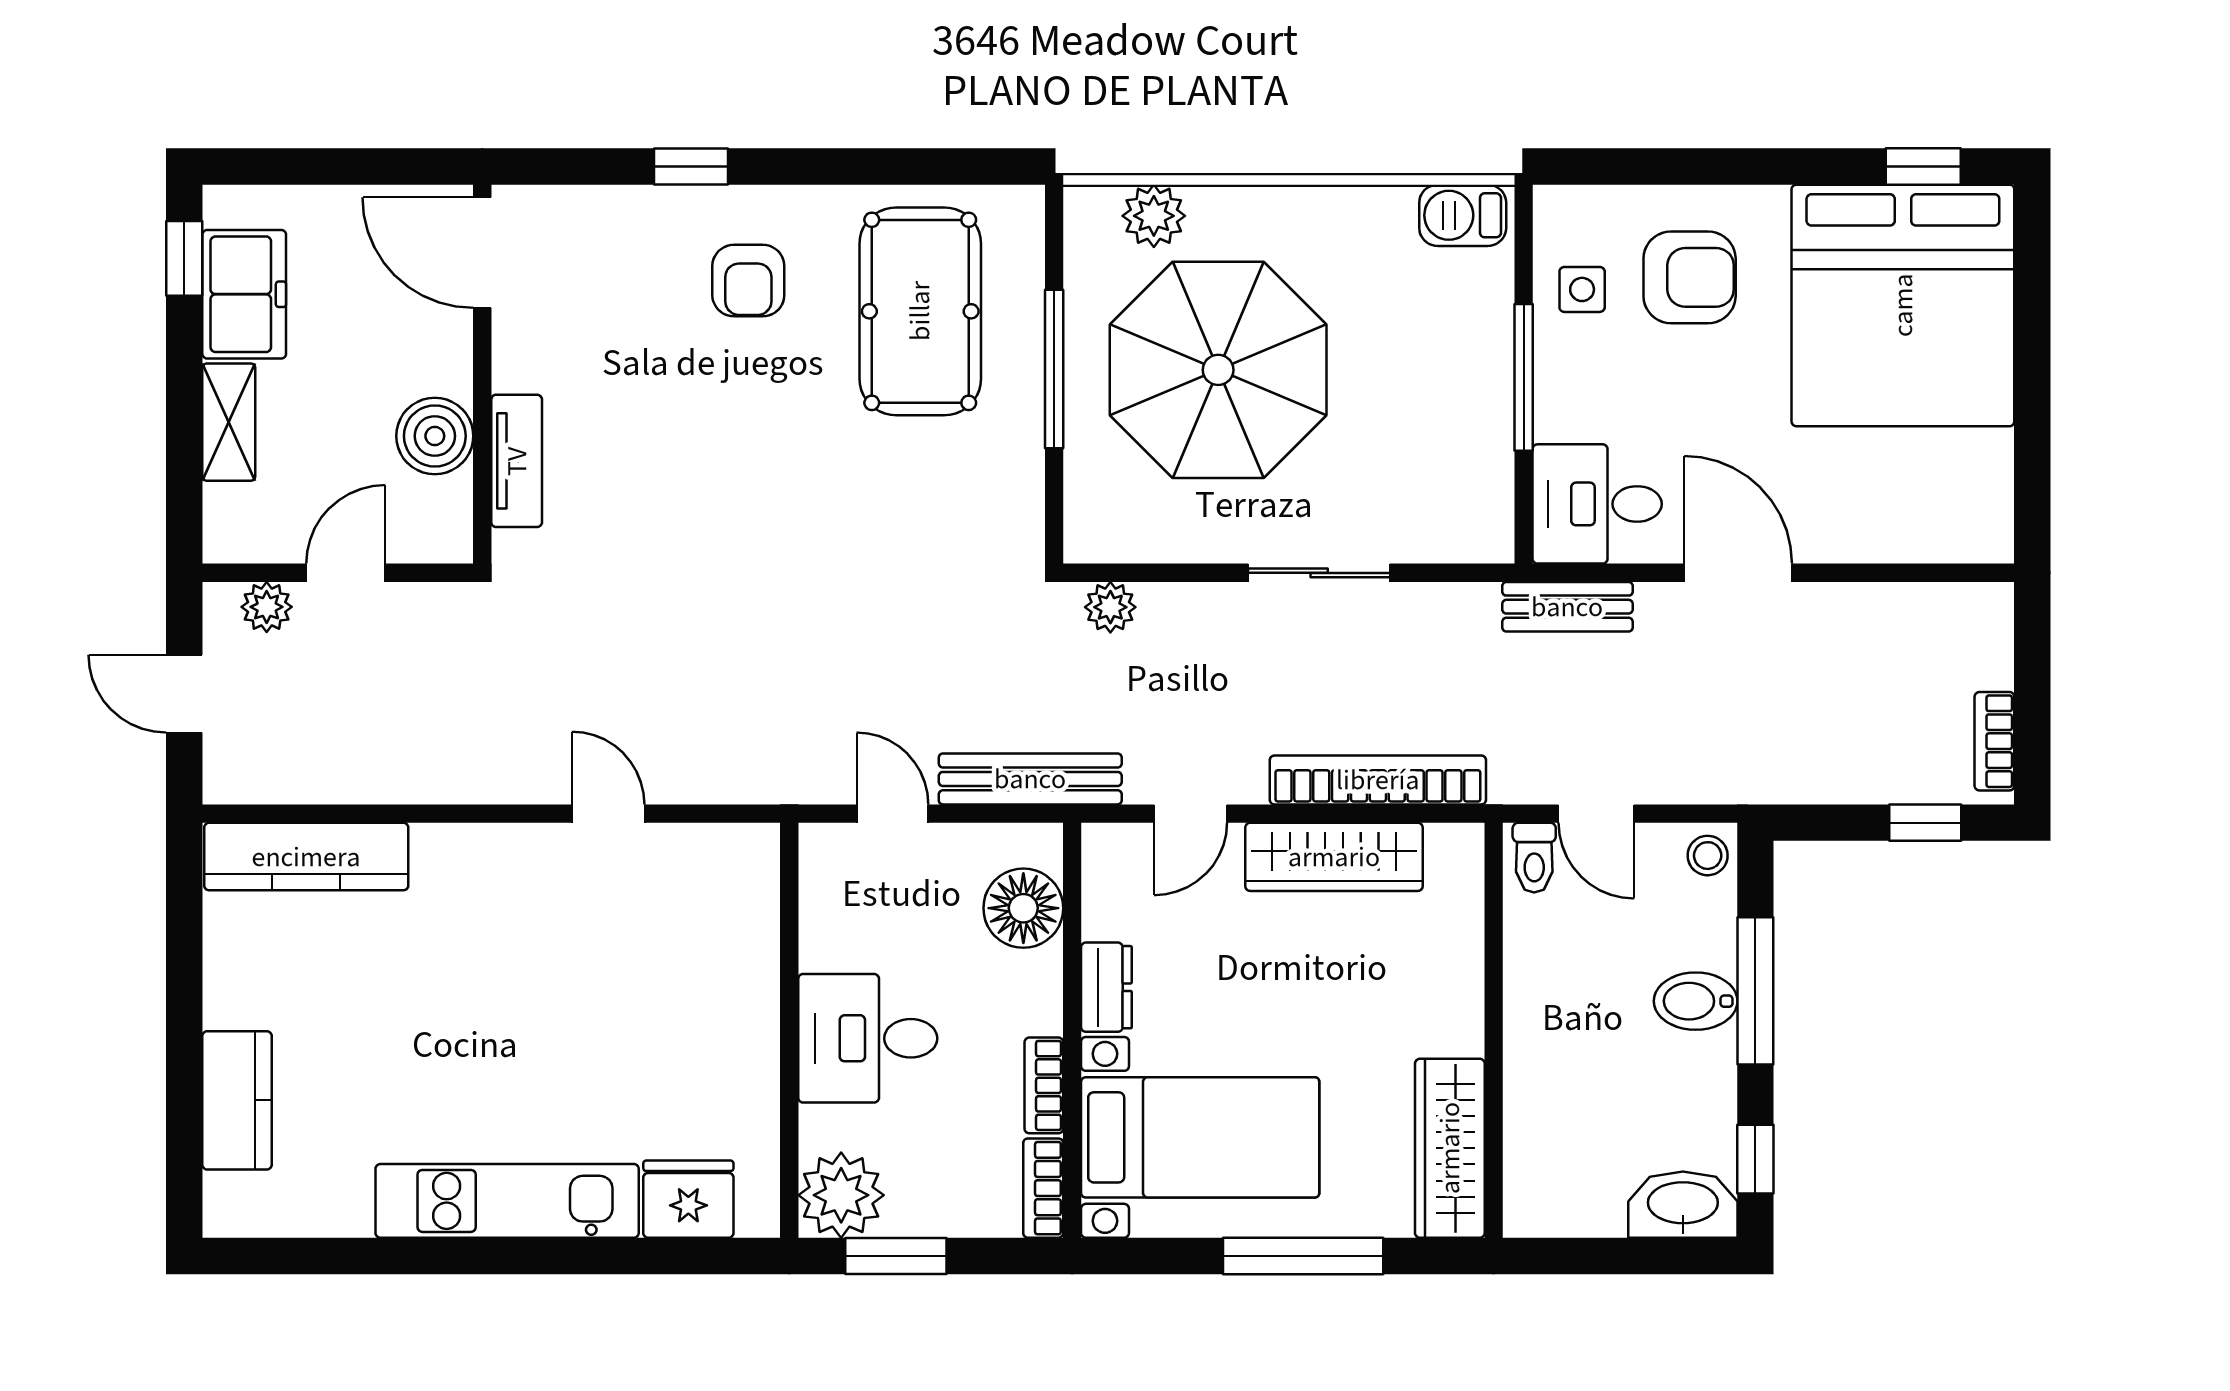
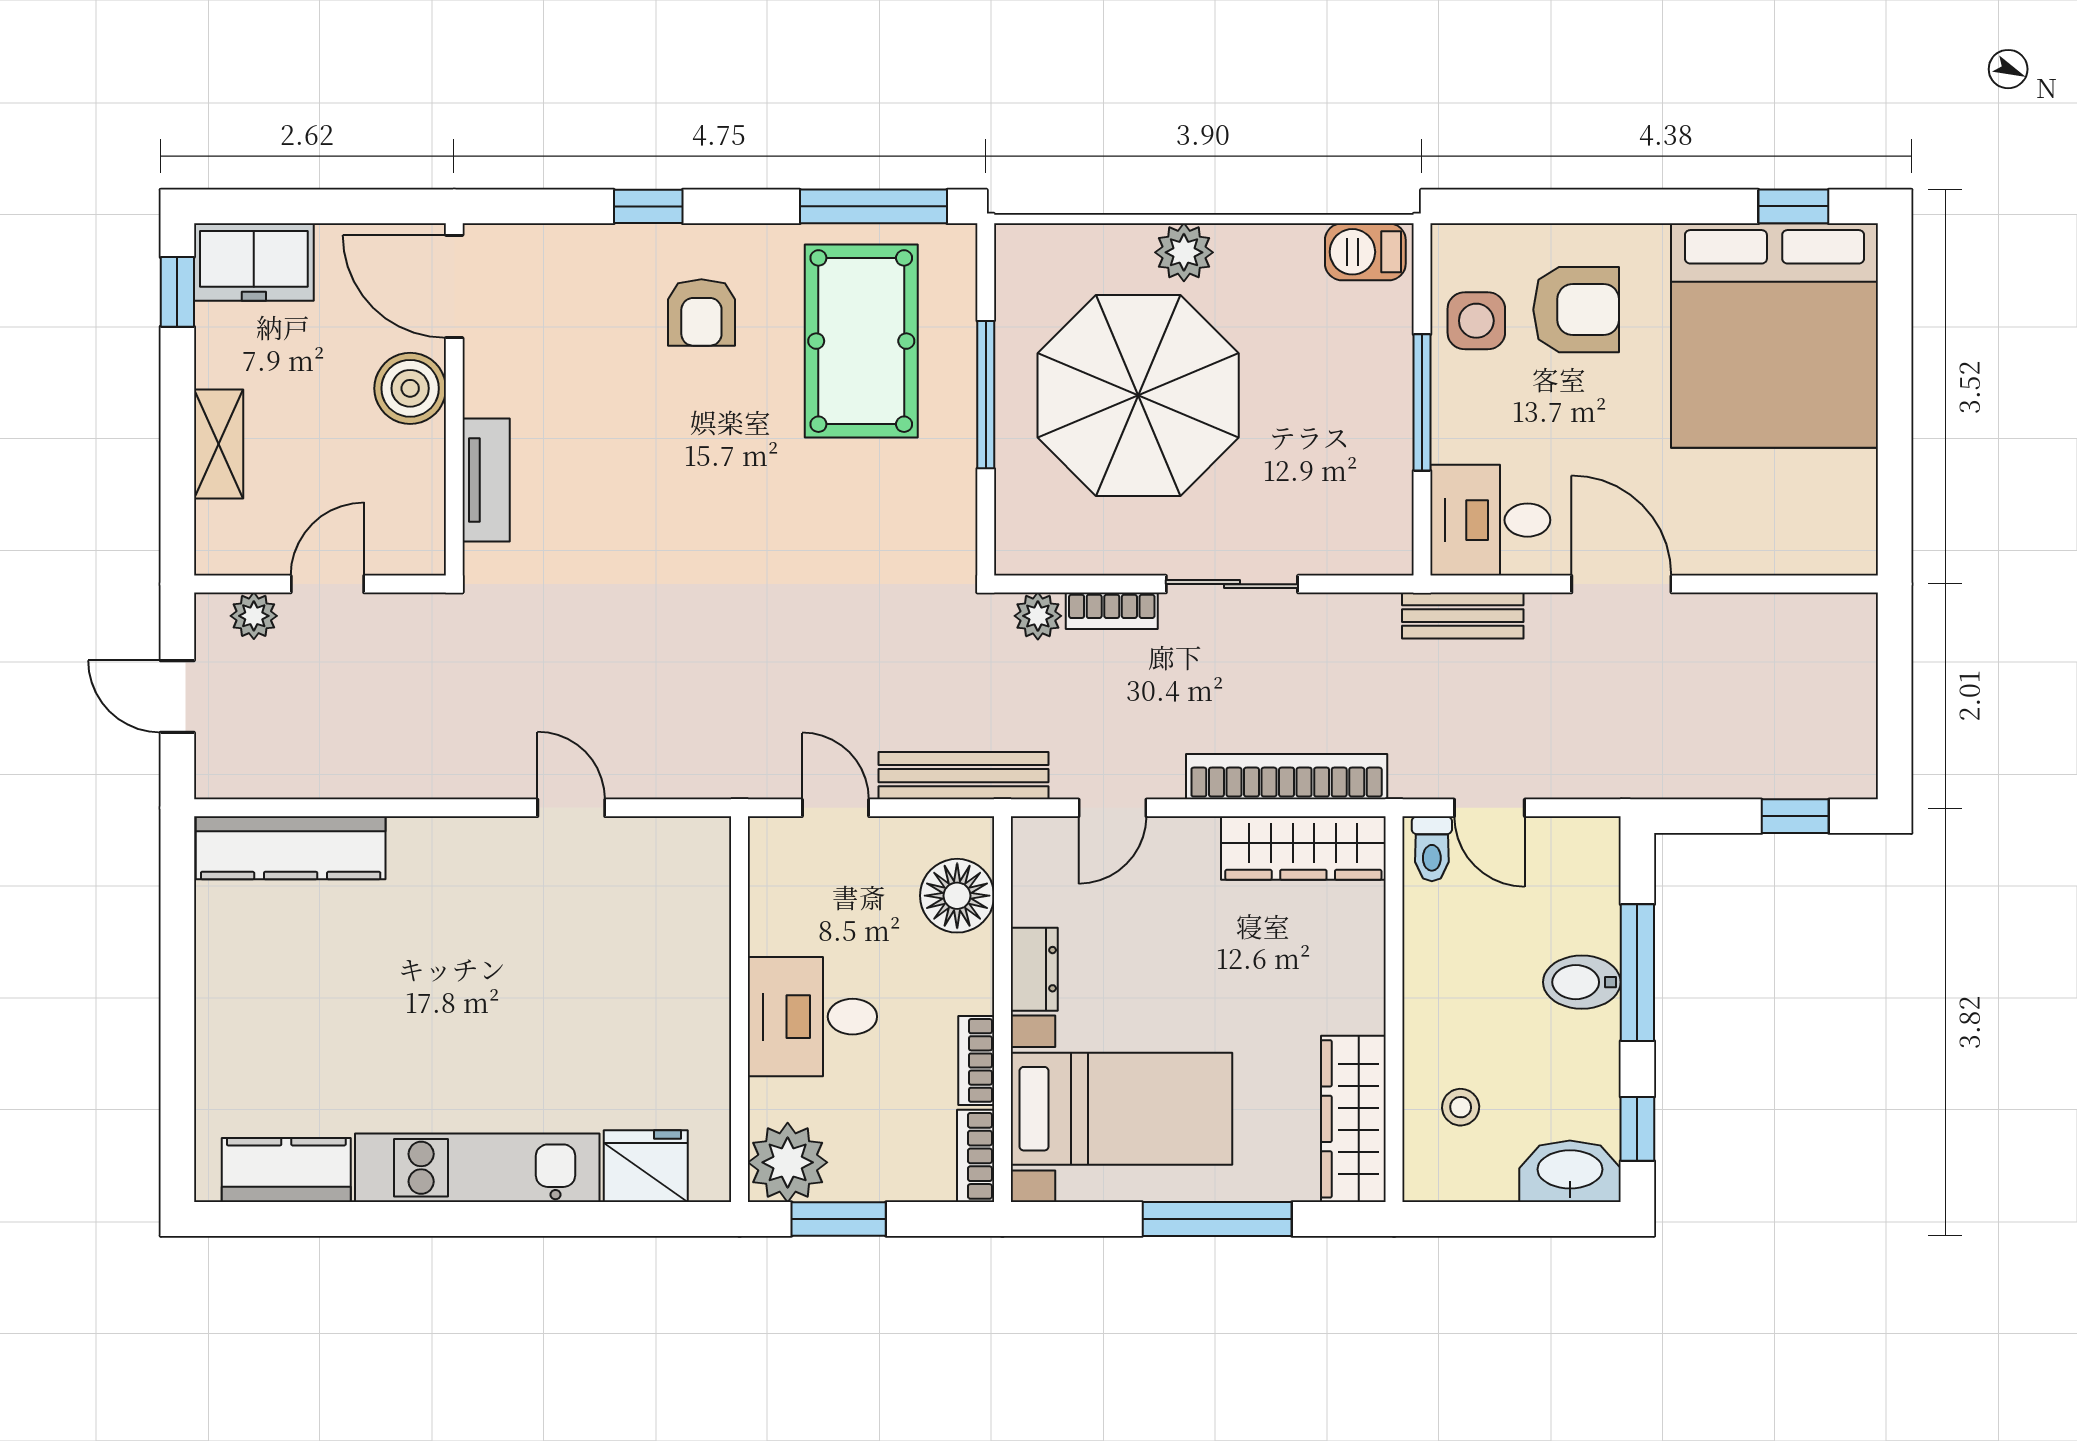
window: (933, 166) -> (874, 206), added
plant: (1154, 216) -> (1184, 252), moved
side table: (1582, 289) -> (1476, 321), width x1.37, depth x1.37
freezer: (244, 294) -> (254, 262), moved, turned 90
boiler: (435, 436) -> (410, 388), moved
bookcase: (1994, 741) -> (1112, 611), moved, turned -90
stool: (1708, 856) -> (1461, 1107), moved
wardrobe: (1334, 857) -> (1303, 848), moved
kitchen counter: (237, 1100) -> (286, 1170), moved, turned -90

